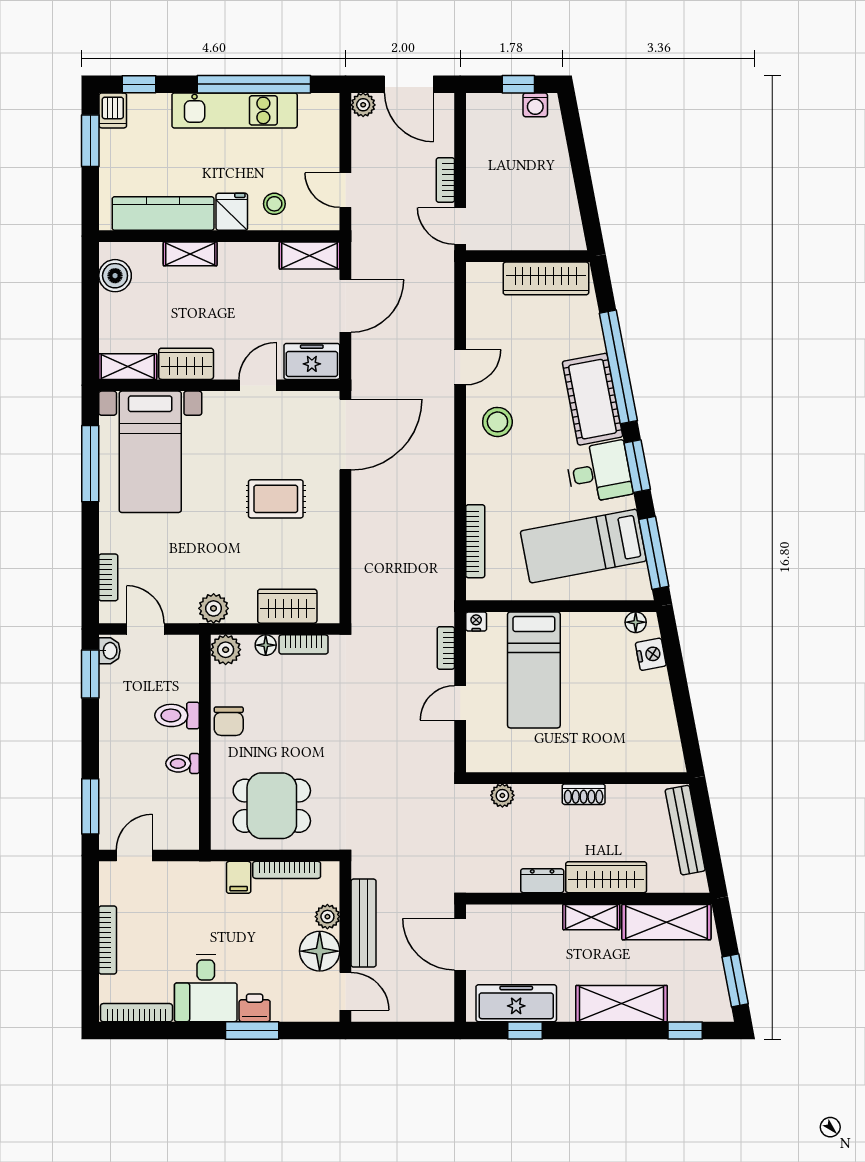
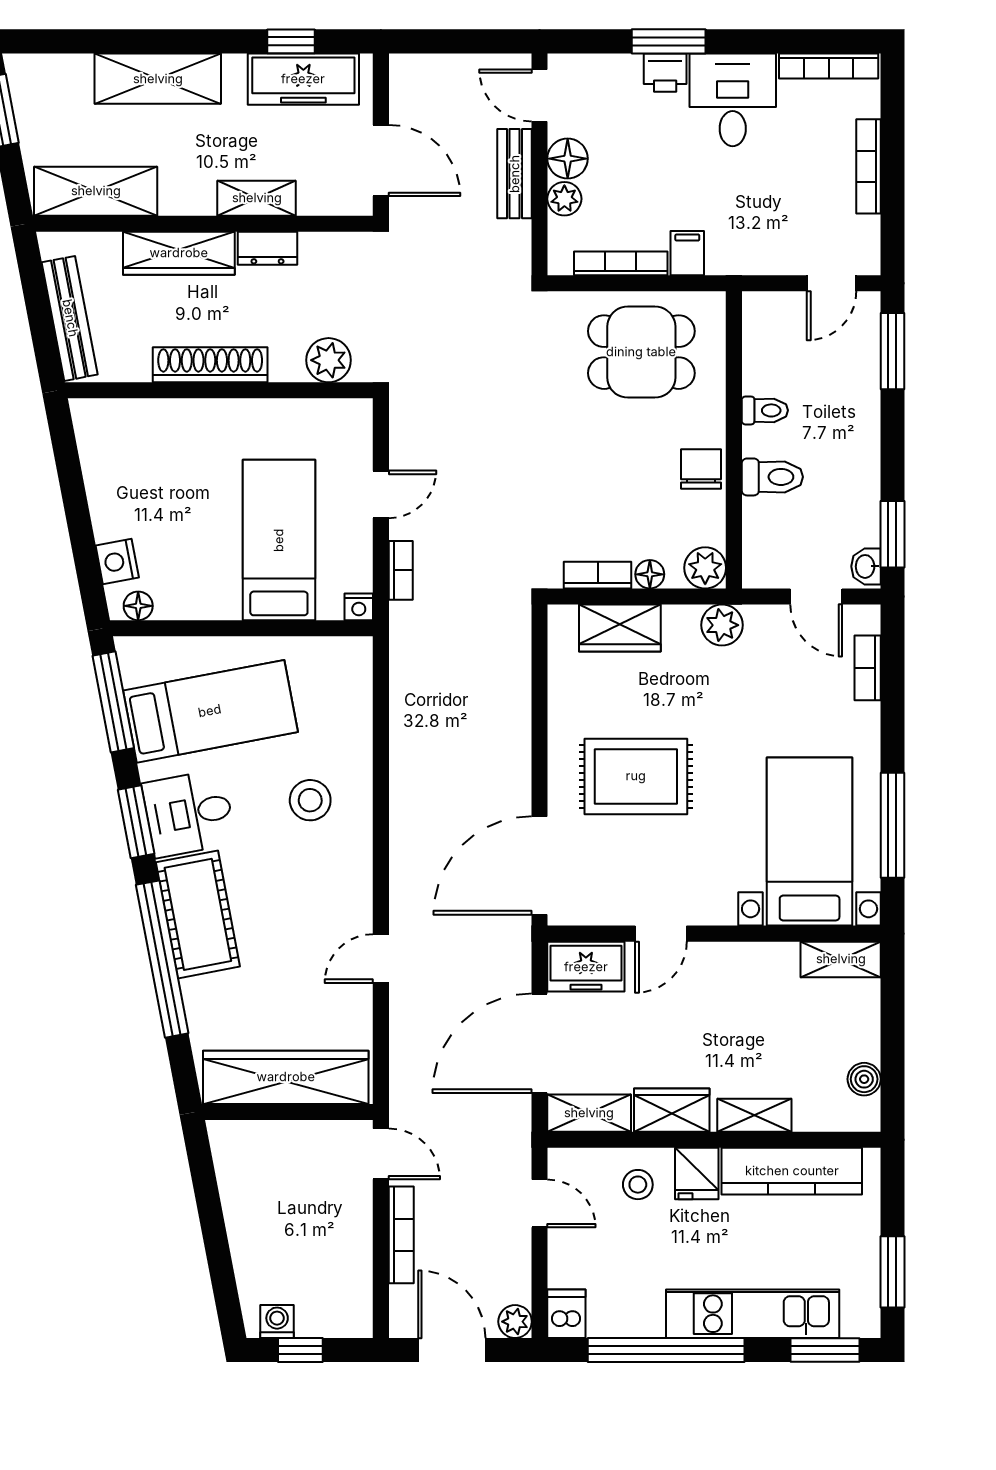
window: (139, 84) -> (825, 1350), width x1.50
dishwasher: (113, 110) -> (566, 1314), moved
kitchen unit: (235, 110) -> (753, 1314), moved
bookcase: (445, 180) -> (401, 1235), width x1.56
boiler: (115, 276) -> (864, 1079), width x0.73, depth x0.73
wardrobe: (546, 278) -> (286, 1077), width x1.40, depth x1.17
door: (345, 306) -> (540, 1043), width x1.36
wardrobe: (186, 364) -> (672, 1110), moved, turned 180
stool: (497, 422) -> (310, 800), moved
rug: (276, 499) -> (636, 776), width x1.36, depth x1.43
bookcase: (475, 541) -> (360, 718), removed
shoe rack: (584, 794) -> (210, 365), width x1.94, depth x1.24
plant: (502, 795) -> (329, 360), width x1.38, depth x1.38
shelving: (591, 917) -> (257, 198), moved
bench: (364, 923) -> (515, 174), width x0.73
floor lamp: (320, 951) -> (568, 159), width x0.73, depth x0.73
window: (685, 1030) -> (70, 41), removed

